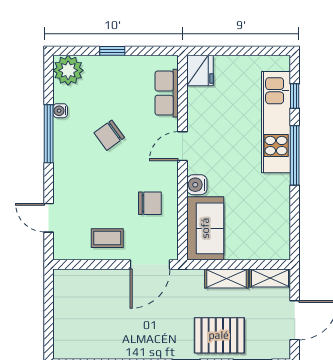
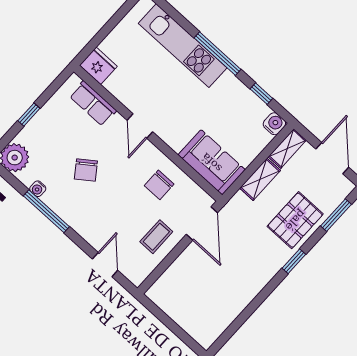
window: (295, 96) -> (261, 94), moved
water cooler: (197, 185) -> (274, 124), moved, turned 180
chair: (150, 203) -> (159, 185), turned 180
door: (49, 218) -> (105, 265), swing flipped

